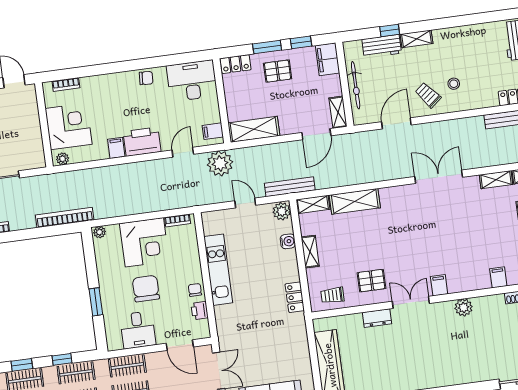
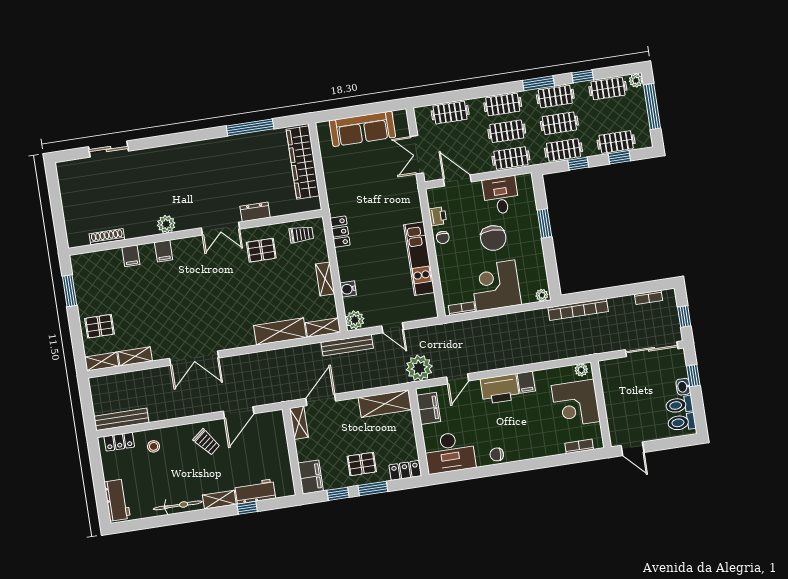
stool: (454, 84) -> (154, 446), moved
bicycle: (356, 85) -> (178, 505), moved, turned 90
filing cabinet: (213, 131) -> (428, 408), width x2.00
filing cabinet: (439, 285) -> (164, 251), moved

